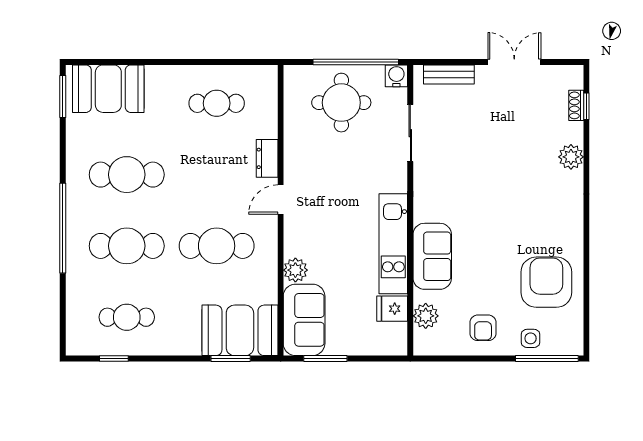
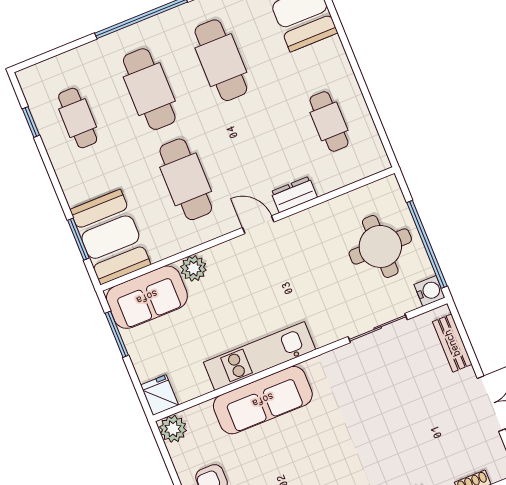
sofa: (432, 256) -> (263, 400), width x1.36
fridge: (392, 309) -> (160, 395), moved
plant: (426, 316) -> (173, 429), moved

